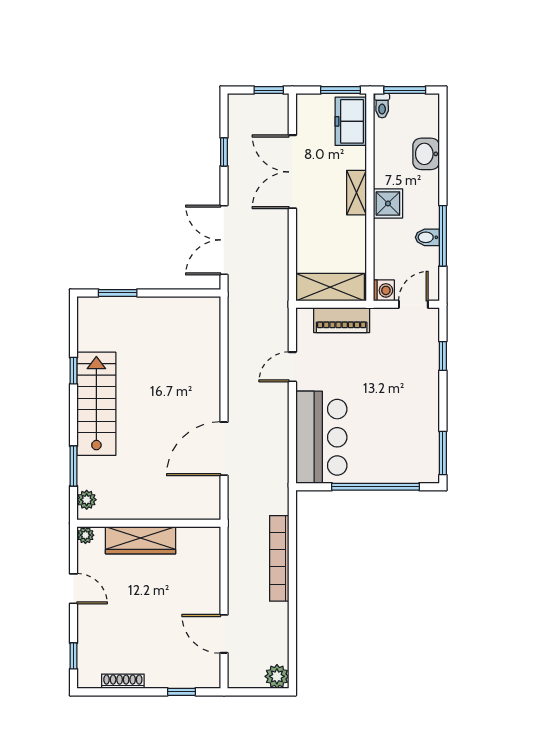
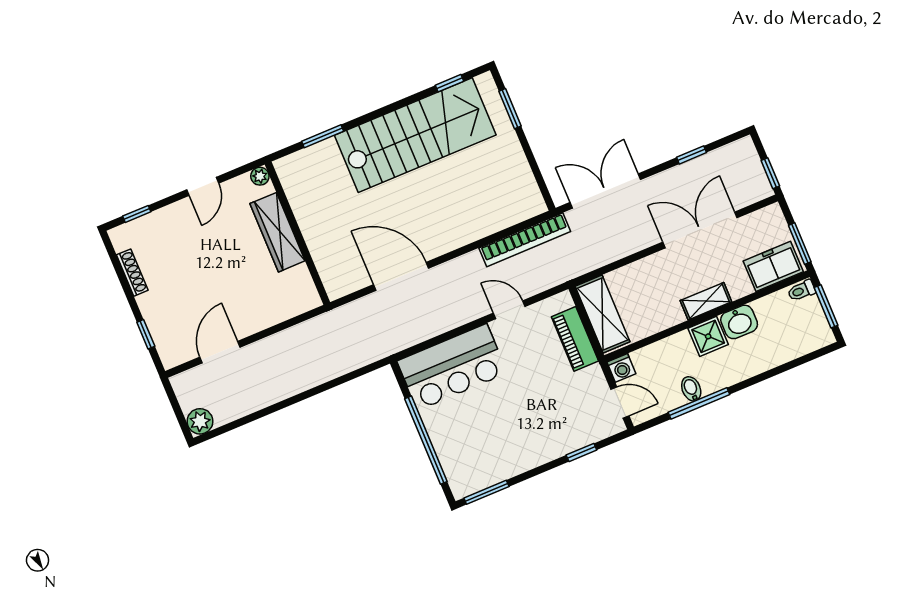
washbasin: (426, 154) -> (739, 322), moved, turned 180
window: (74, 371) -> (449, 83), moved
stairs: (96, 404) -> (415, 135), width x1.36, depth x1.51
plant: (87, 500) -> (295, 163), removed
bookcase: (279, 558) -> (525, 240), moved, turned 180

